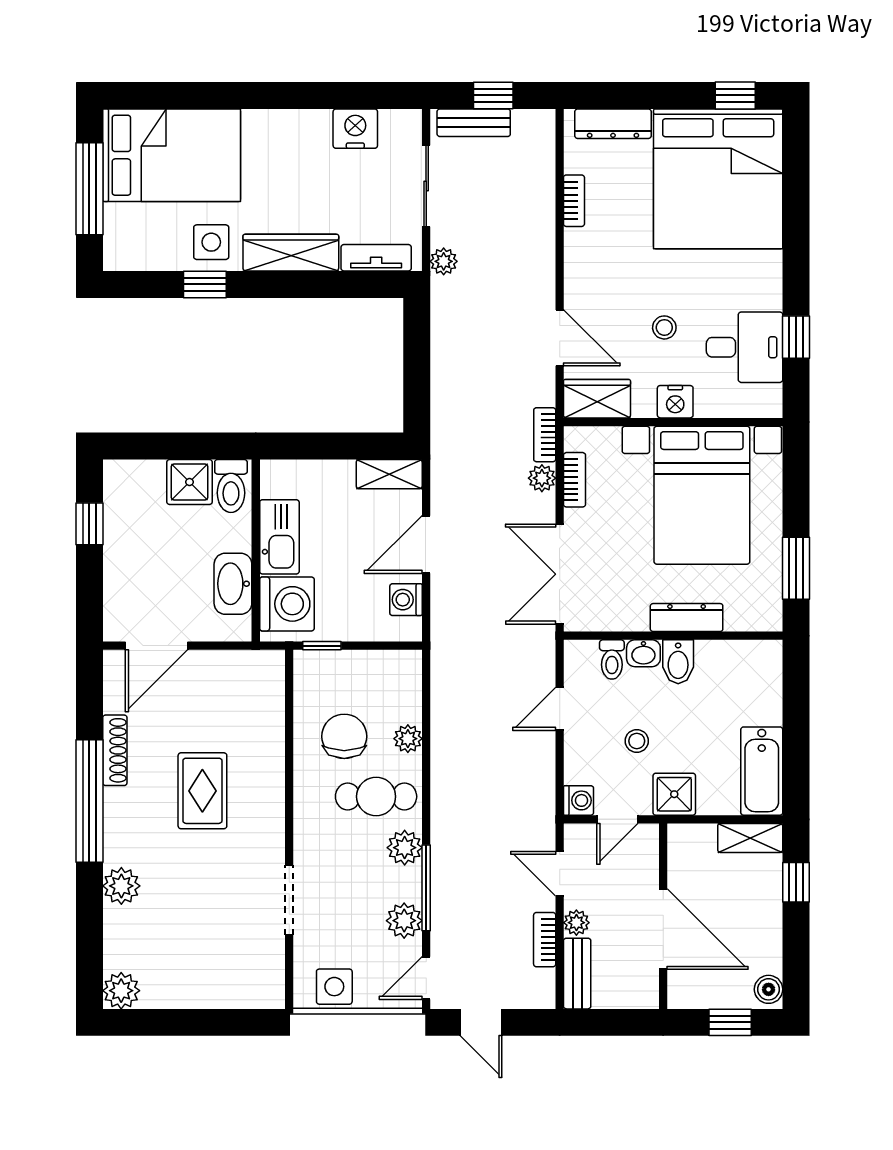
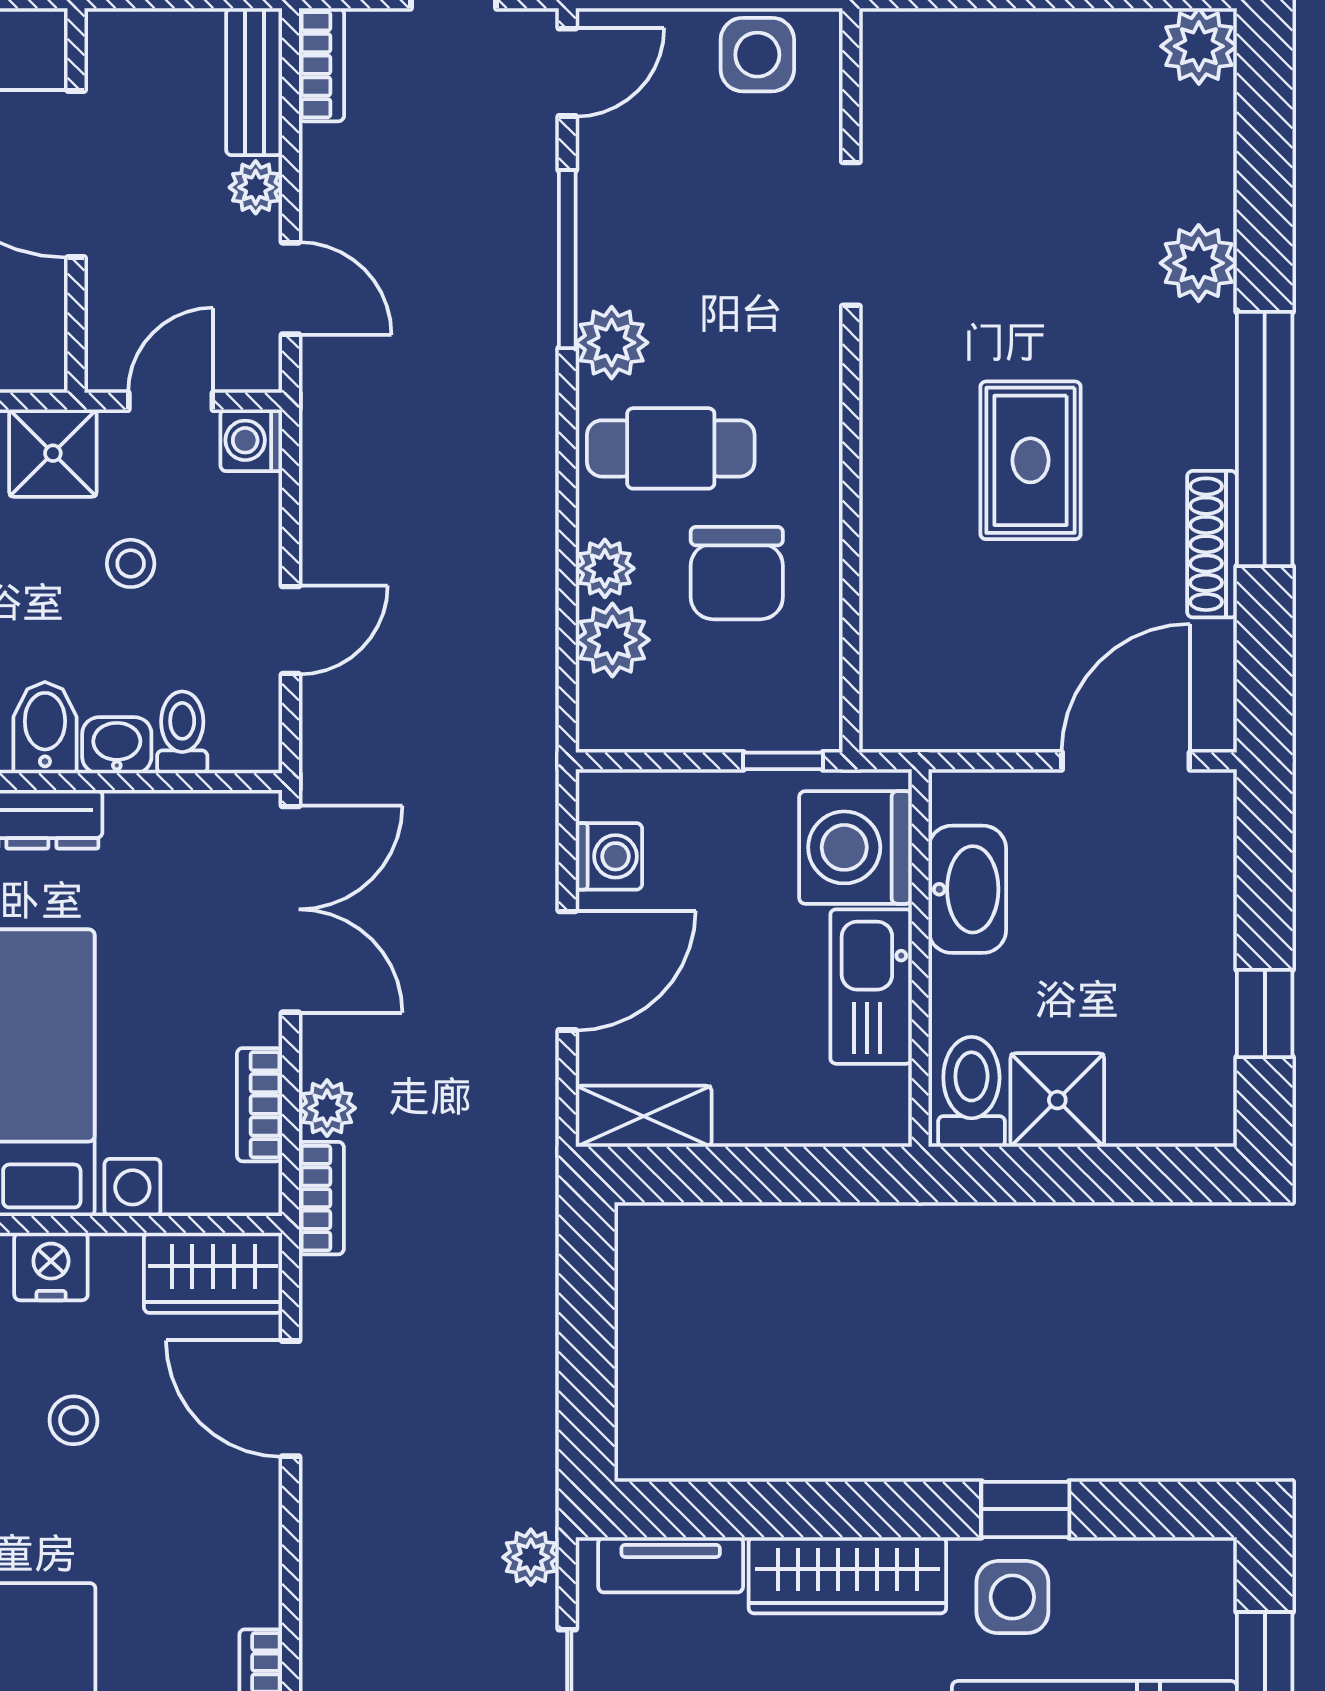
plant: (404, 921) -> (612, 640), moved
bookcase: (545, 940) -> (321, 65), moved

